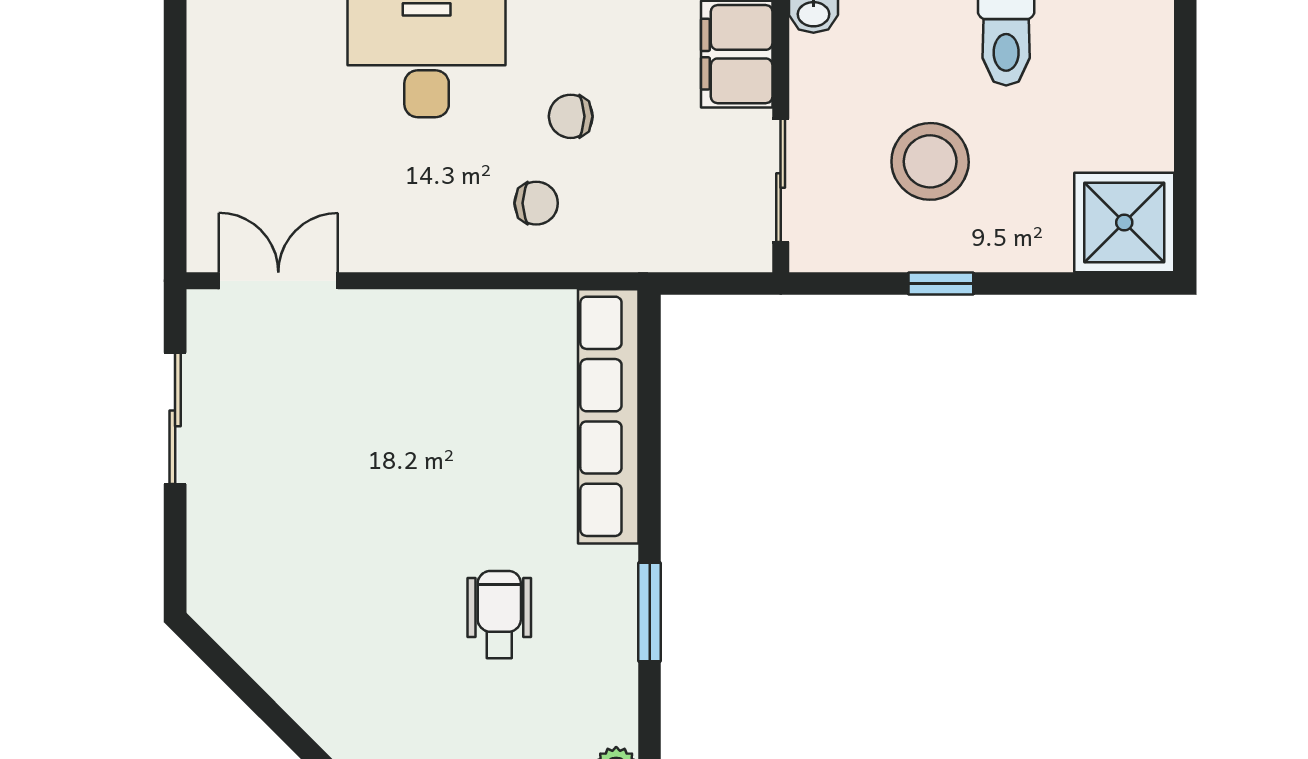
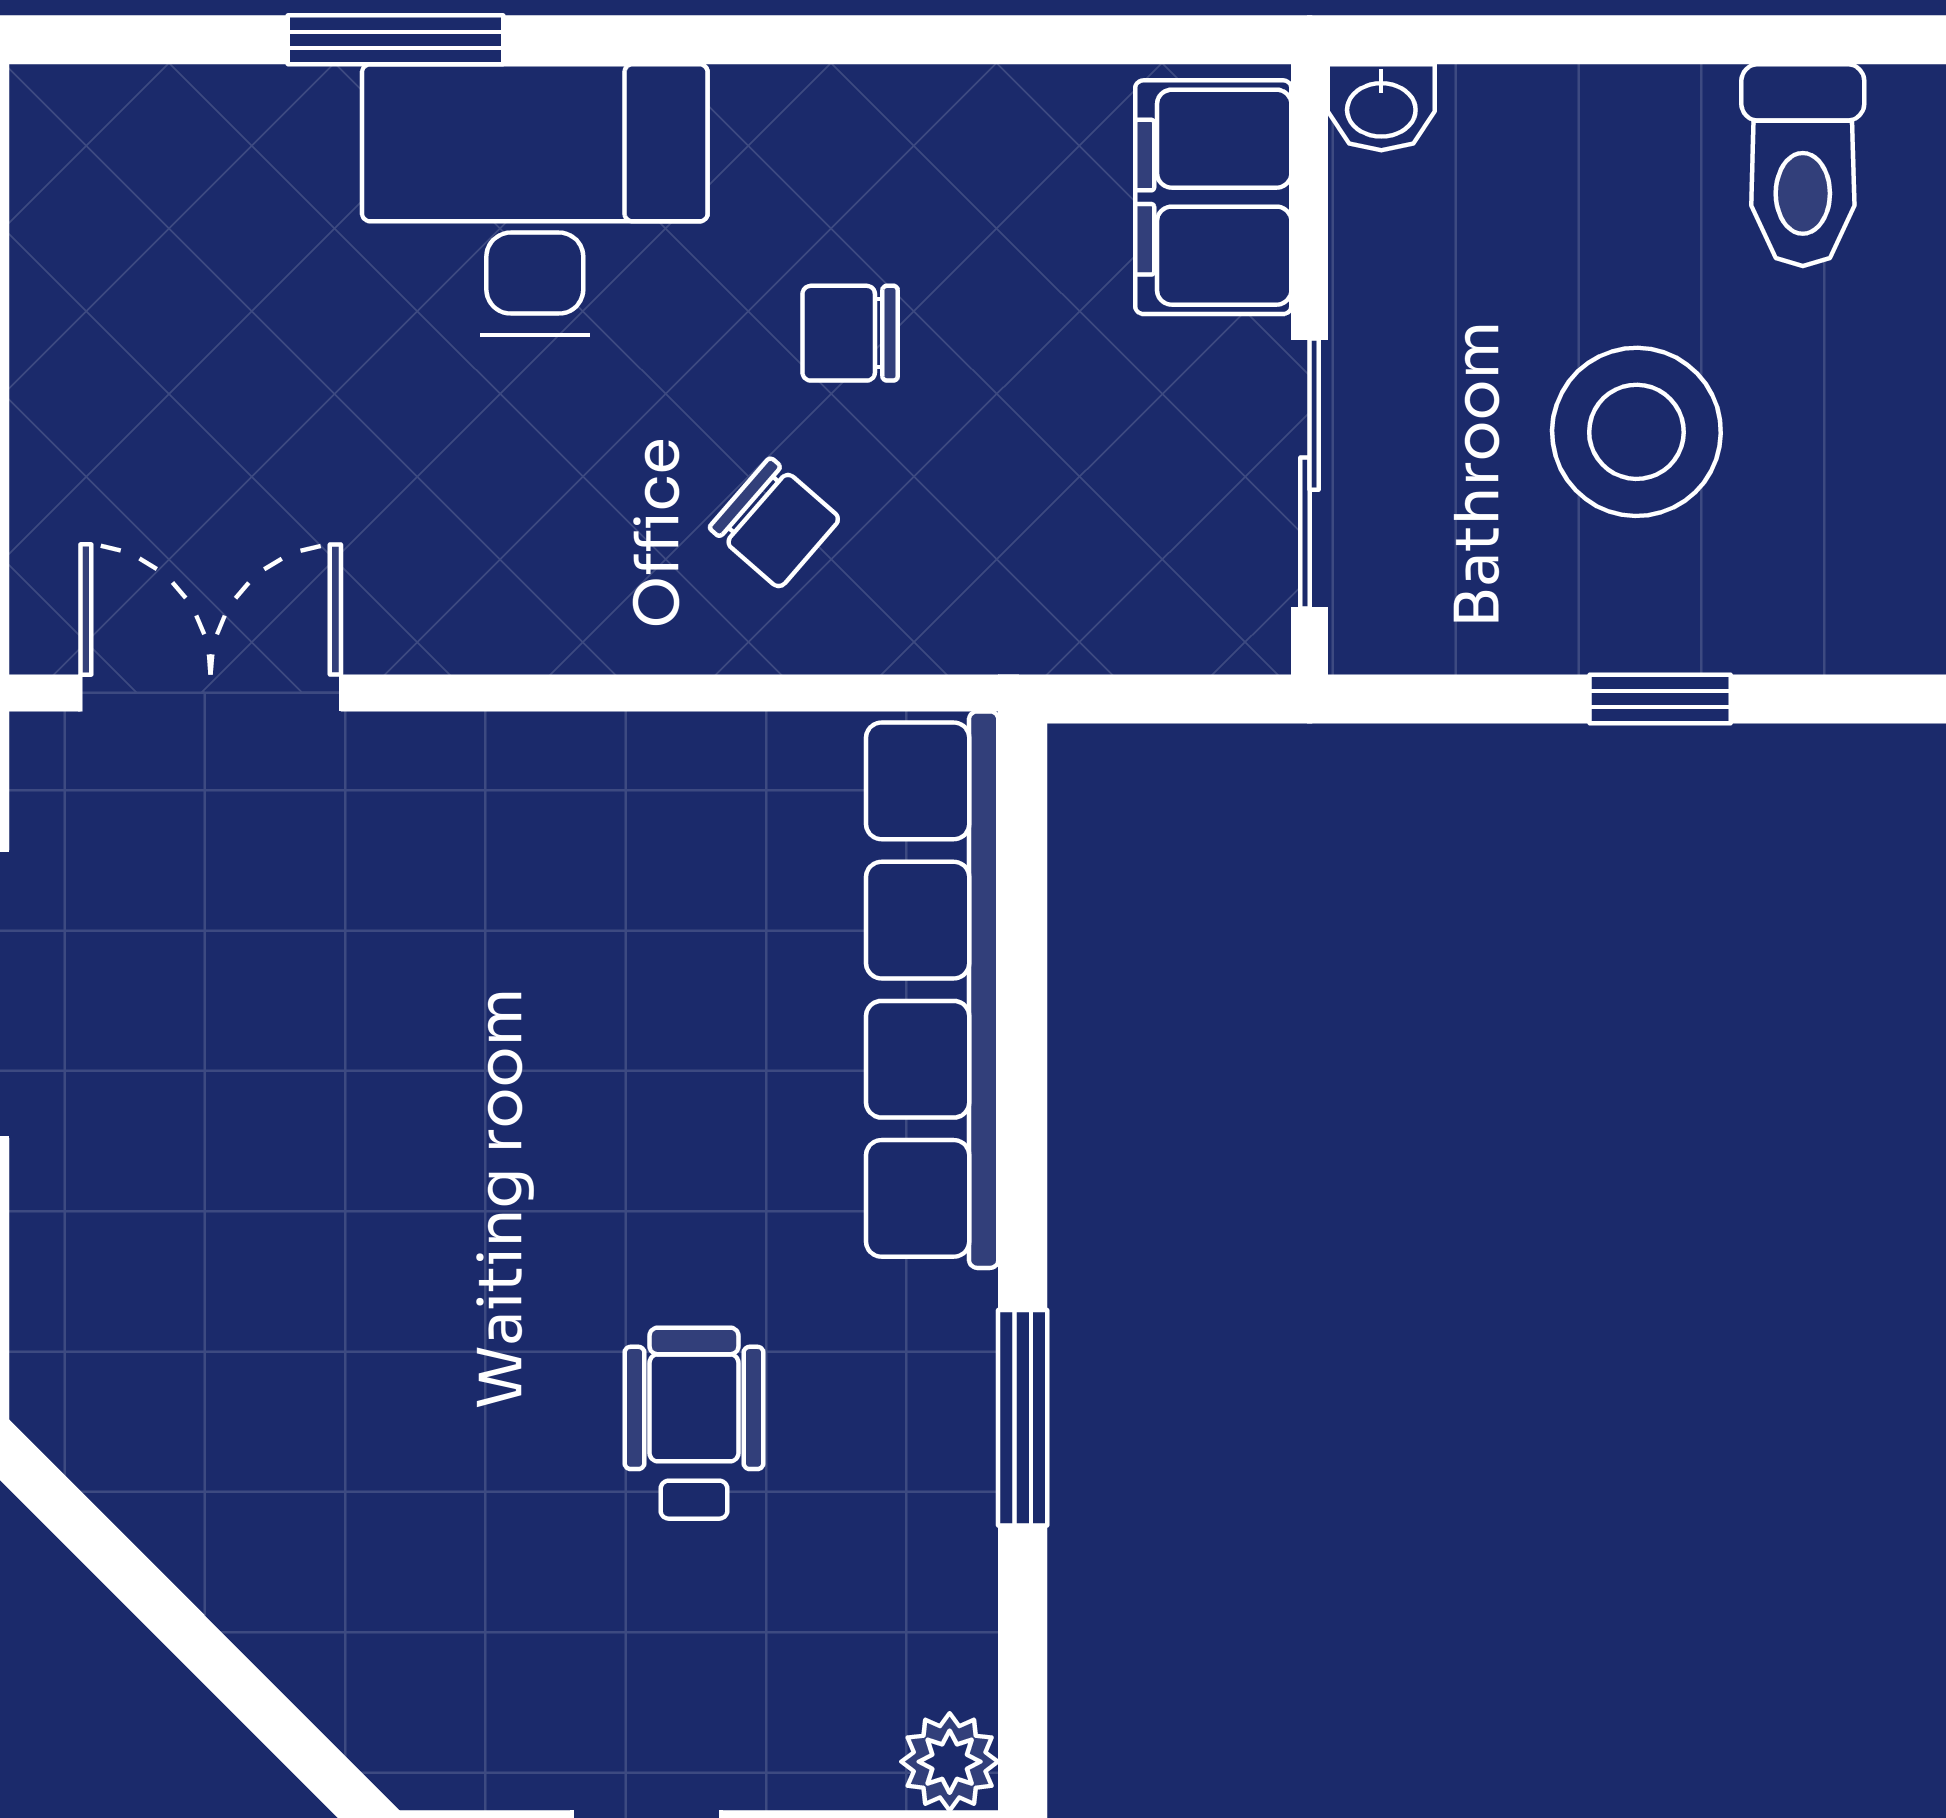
chair: (536, 203) -> (775, 523), turned 41

